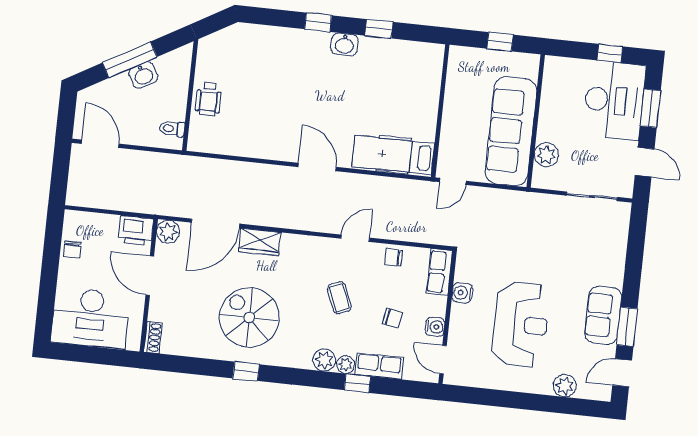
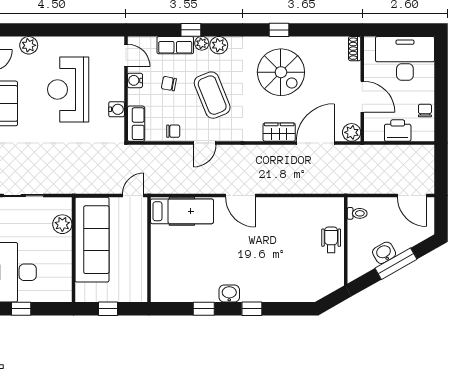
printer: (136, 231) -> (398, 131), moved
coffee table: (339, 298) -> (212, 95), width x1.86, depth x1.72

